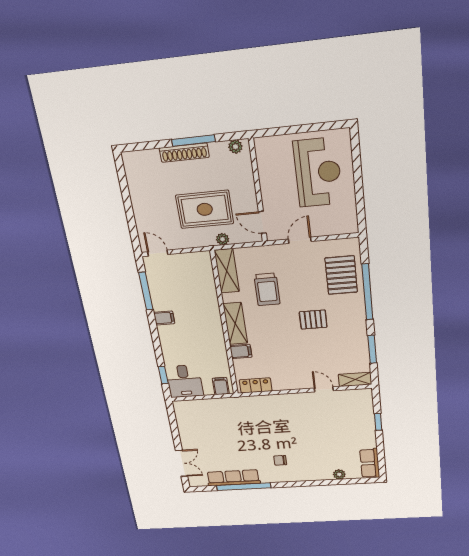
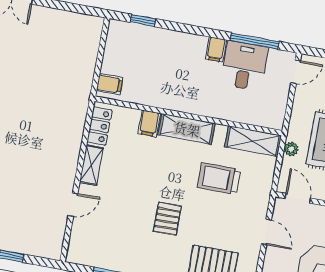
door: (262, 222) -> (298, 198), hinge flipped
shelving: (355, 379) -> (91, 165), moved
desk: (184, 381) -> (244, 66), moved, turned 90

